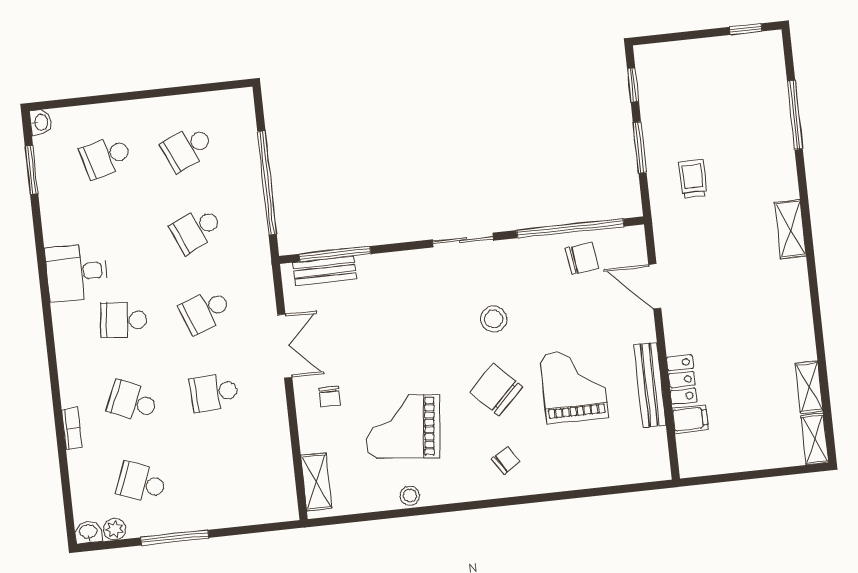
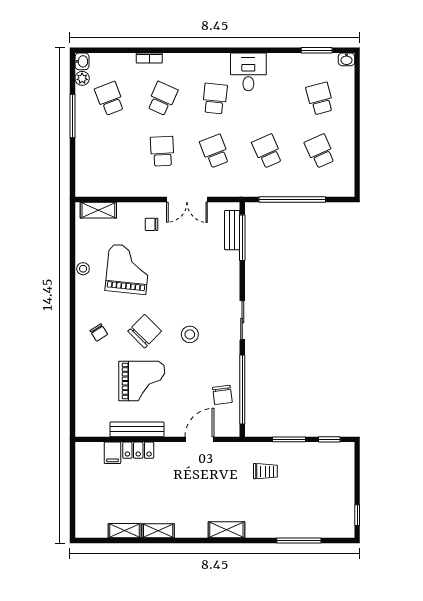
shelving: (815, 439) -> (158, 531), moved
school desk: (141, 483) -> (110, 99), turned -42

